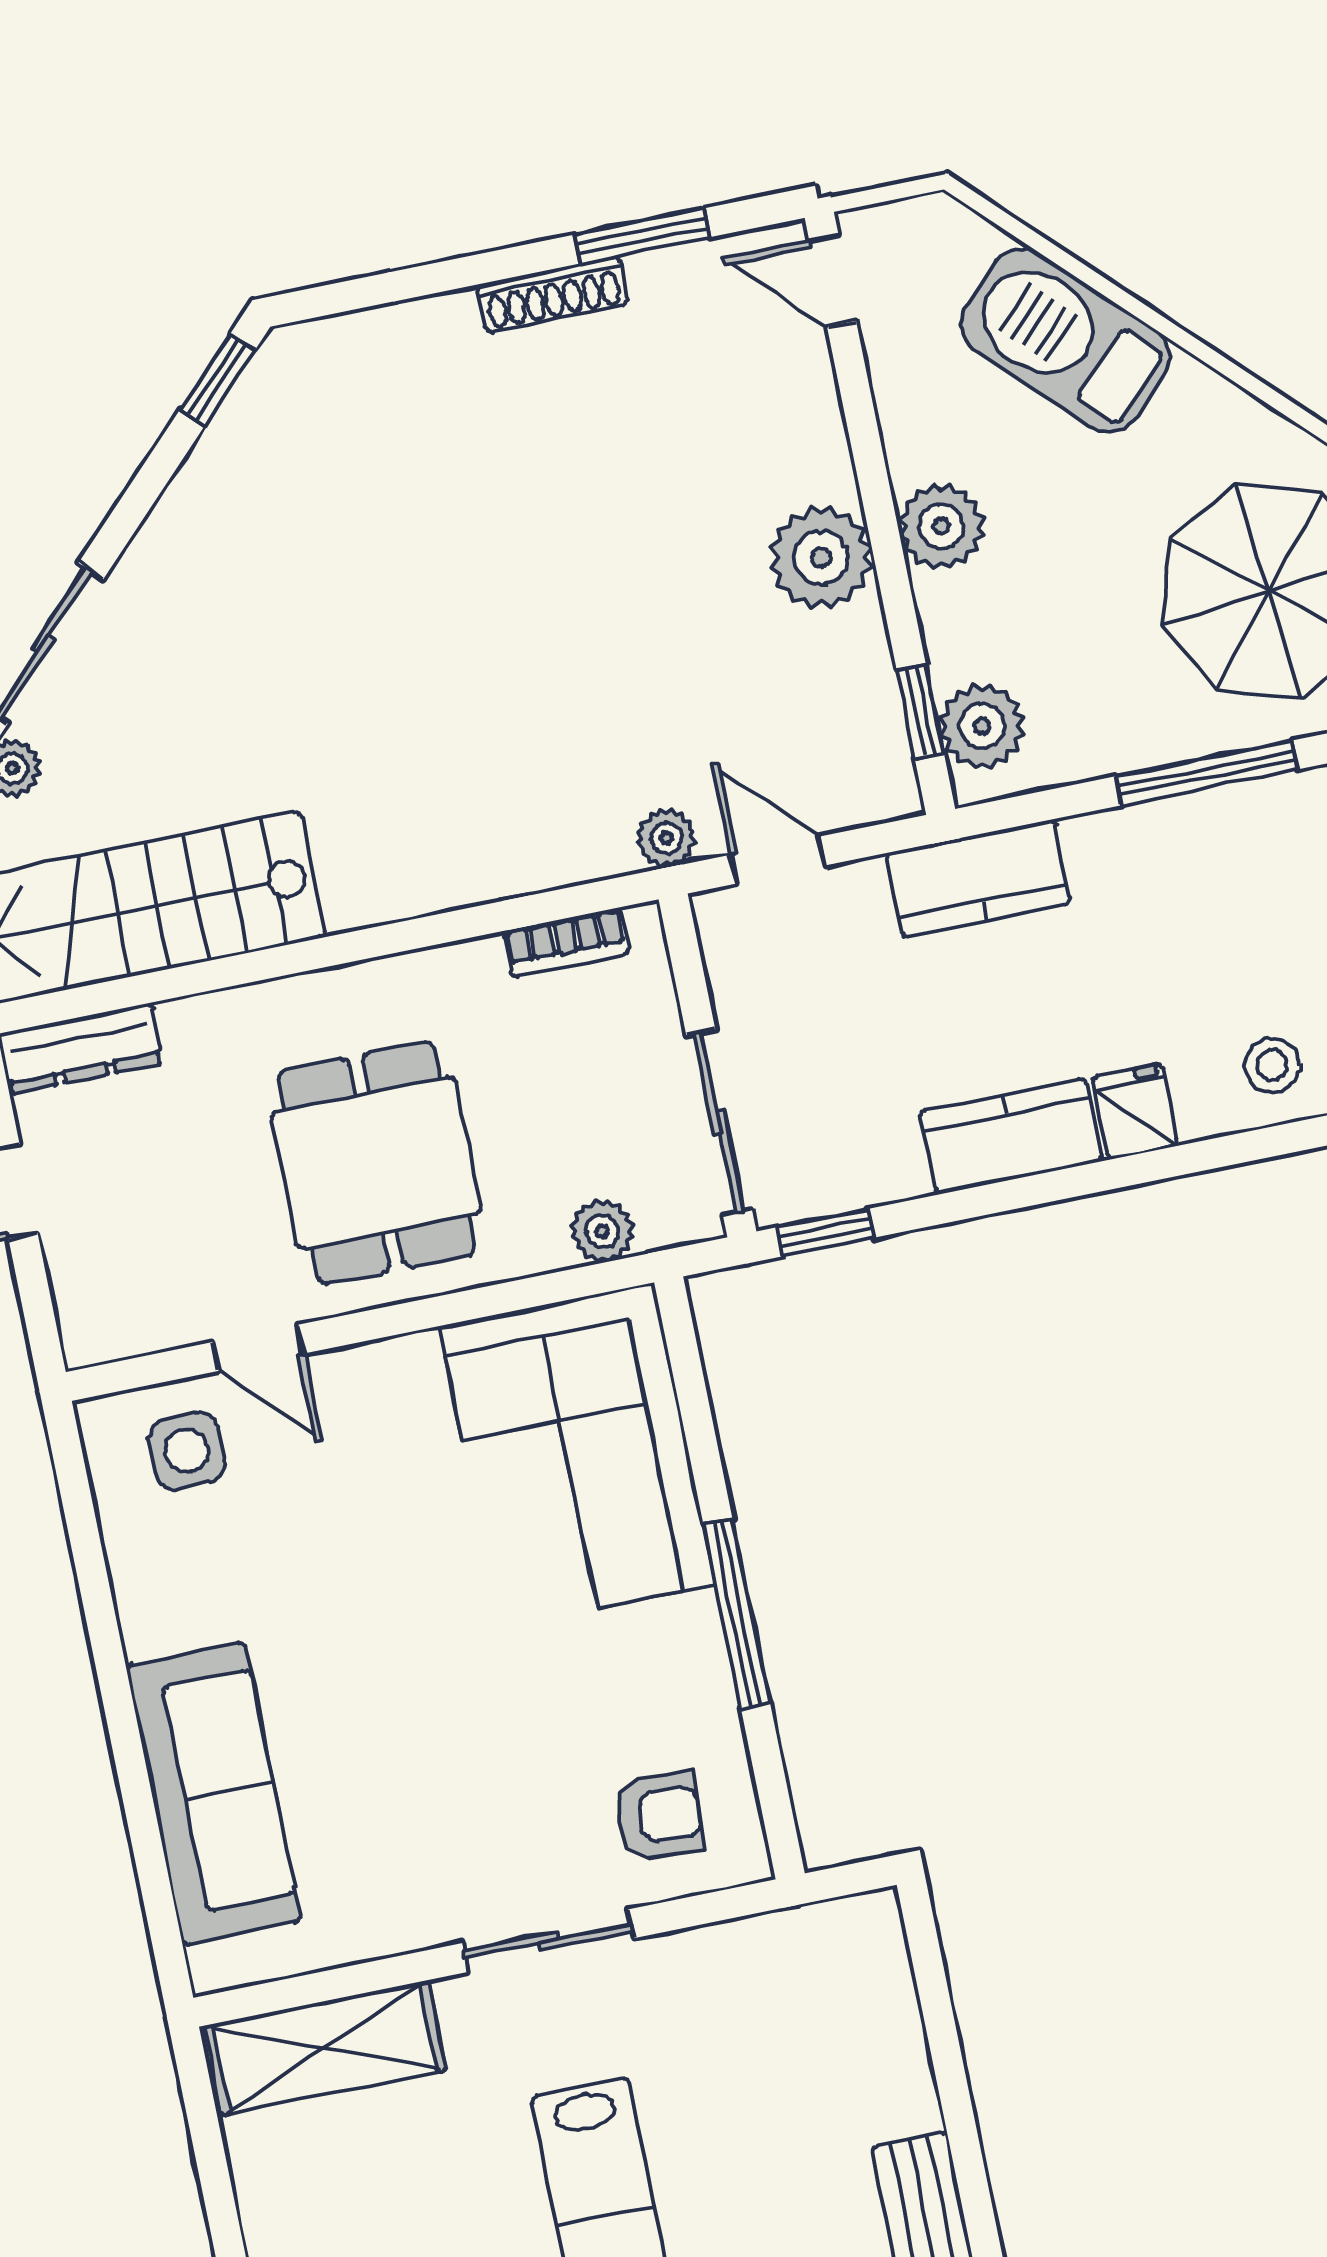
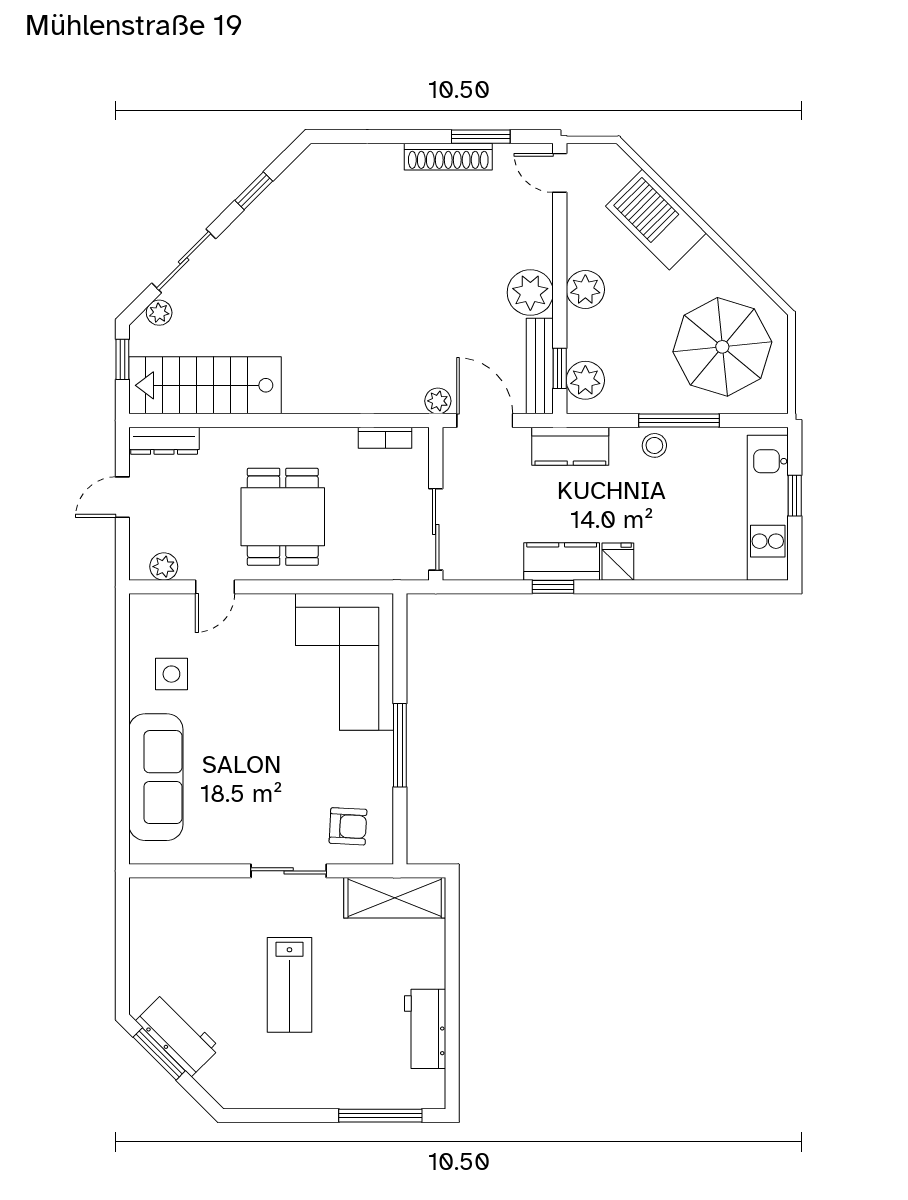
shoe rack: (553, 294) -> (448, 157), width x1.36, depth x1.24
window: (217, 380) -> (254, 191), moved
bench: (875, 715) -> (540, 366), added
door: (778, 860) -> (485, 420), width x1.38
stool: (1272, 1065) -> (654, 445), moved
plant: (602, 1231) -> (164, 567), moved
window: (826, 1232) -> (553, 587), moved
door: (258, 1348) -> (215, 587), hinge flipped
side table: (187, 1451) -> (171, 674), moved
shelving: (325, 2048) -> (395, 898), moved

